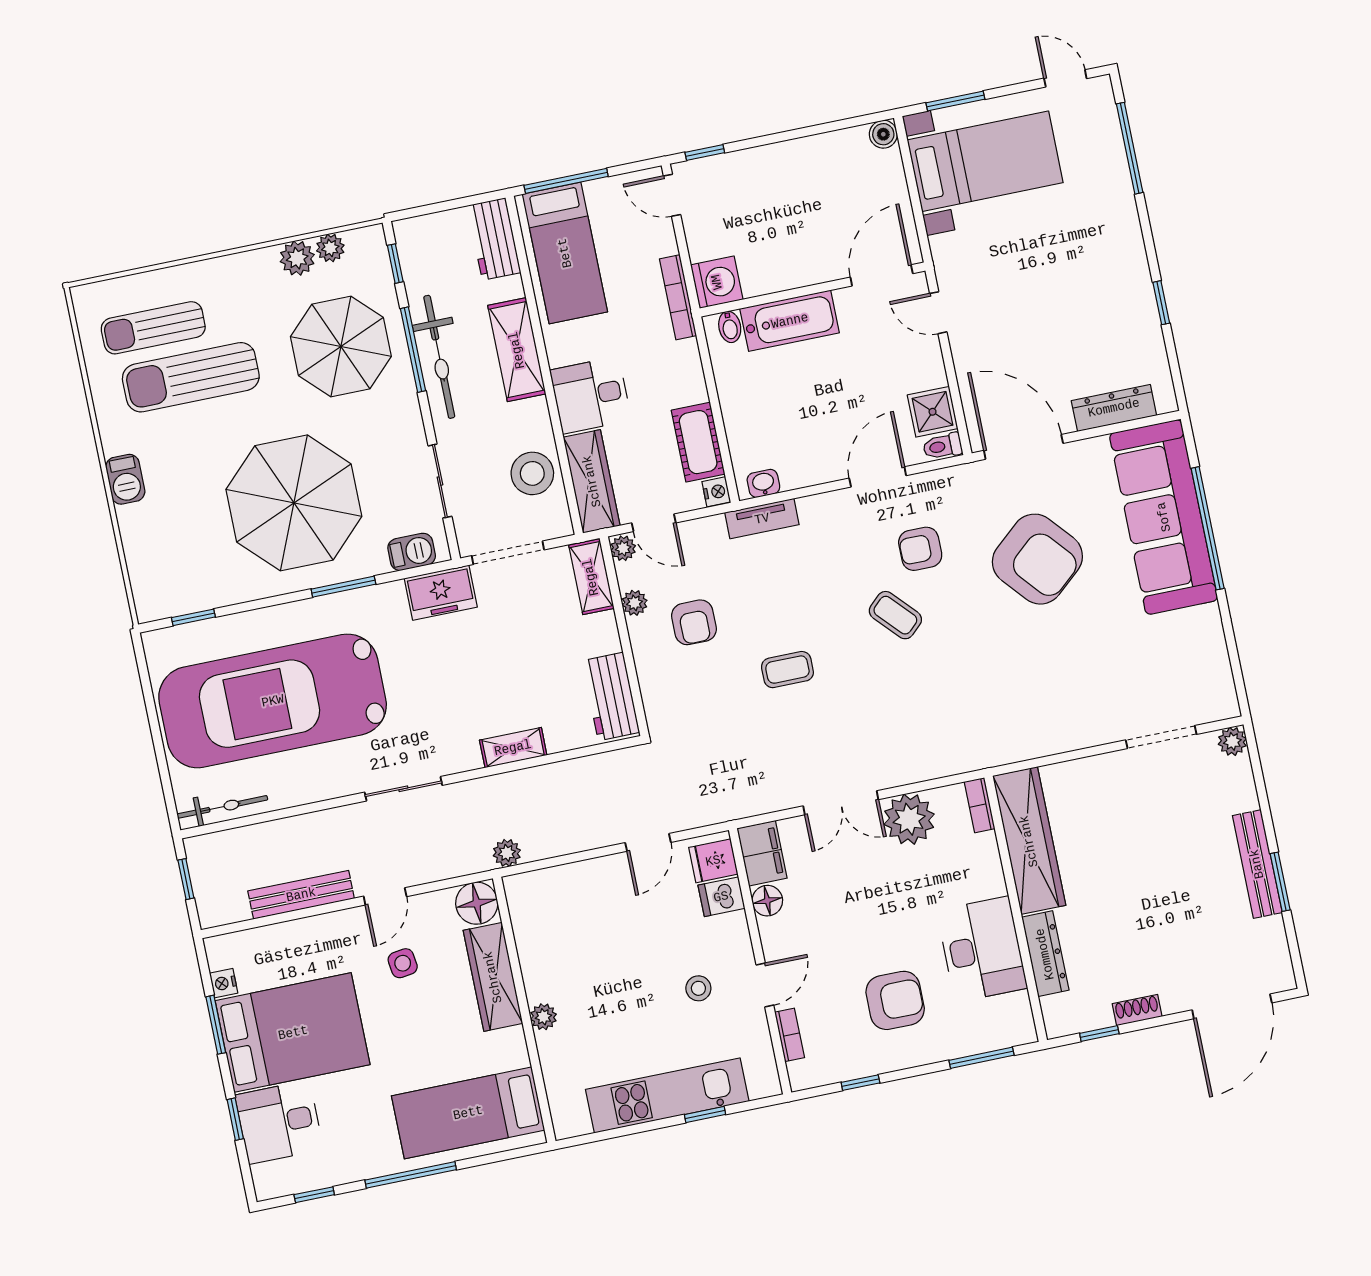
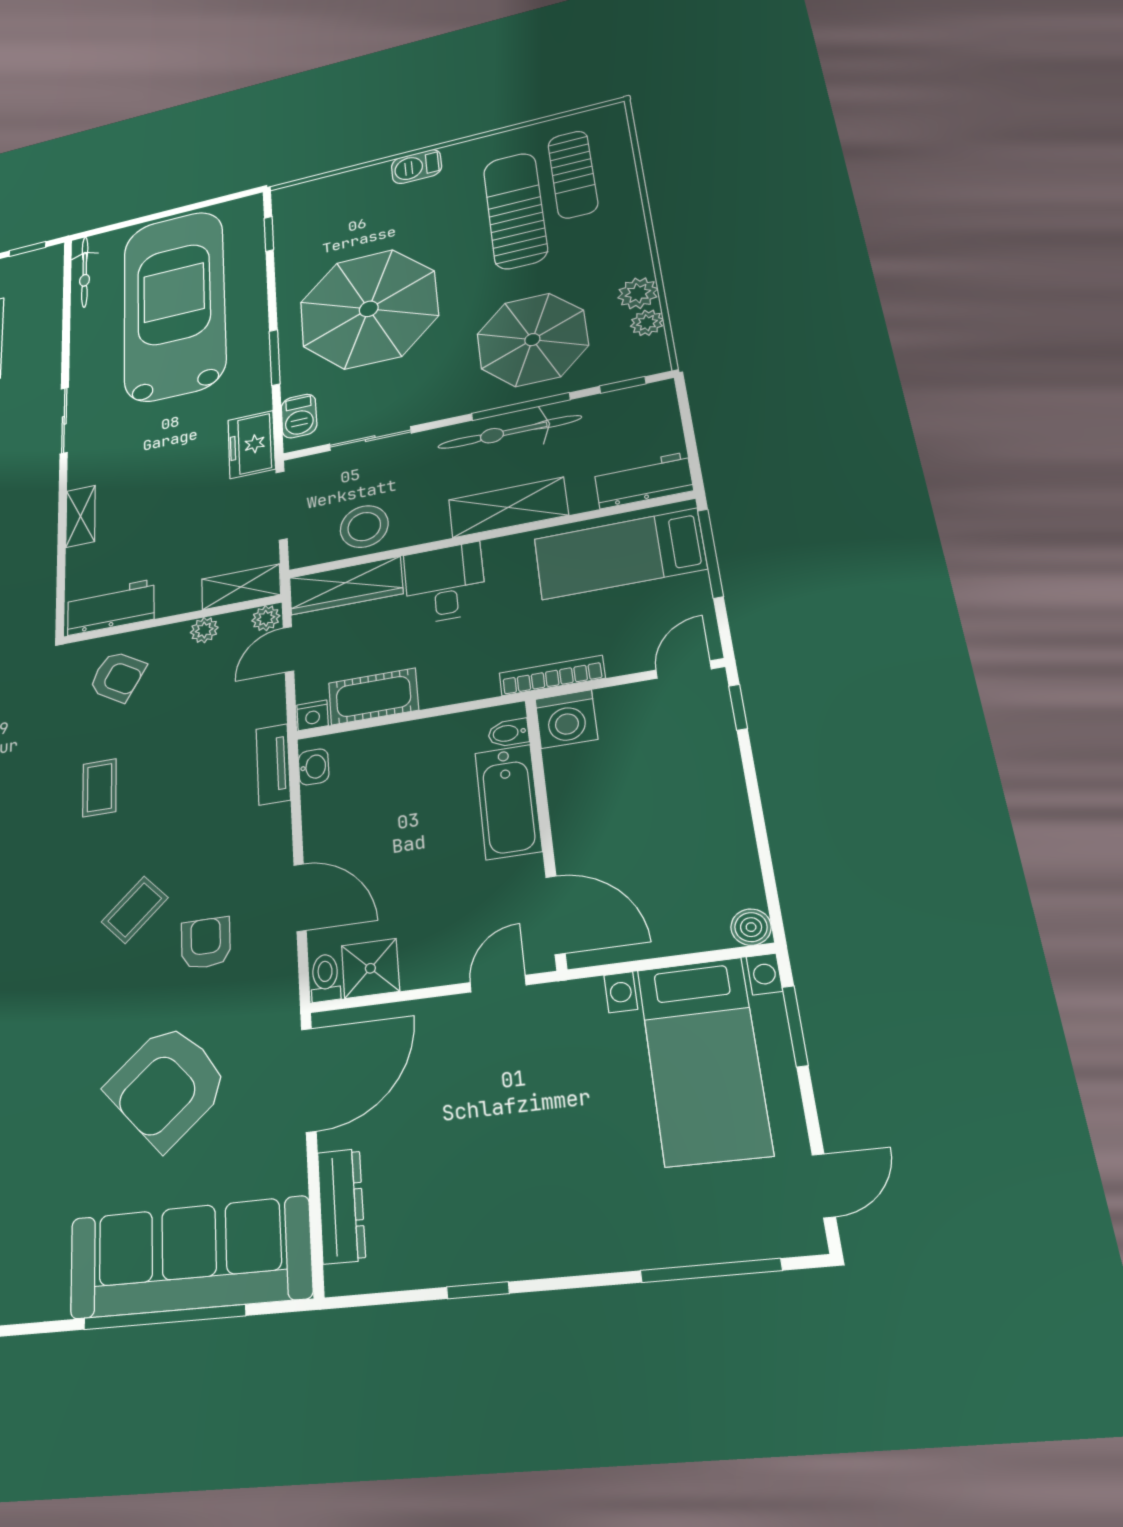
sun lounger: (153, 328) -> (573, 174), turned 180
armchair: (694, 622) -> (117, 677), moved, turned -149

